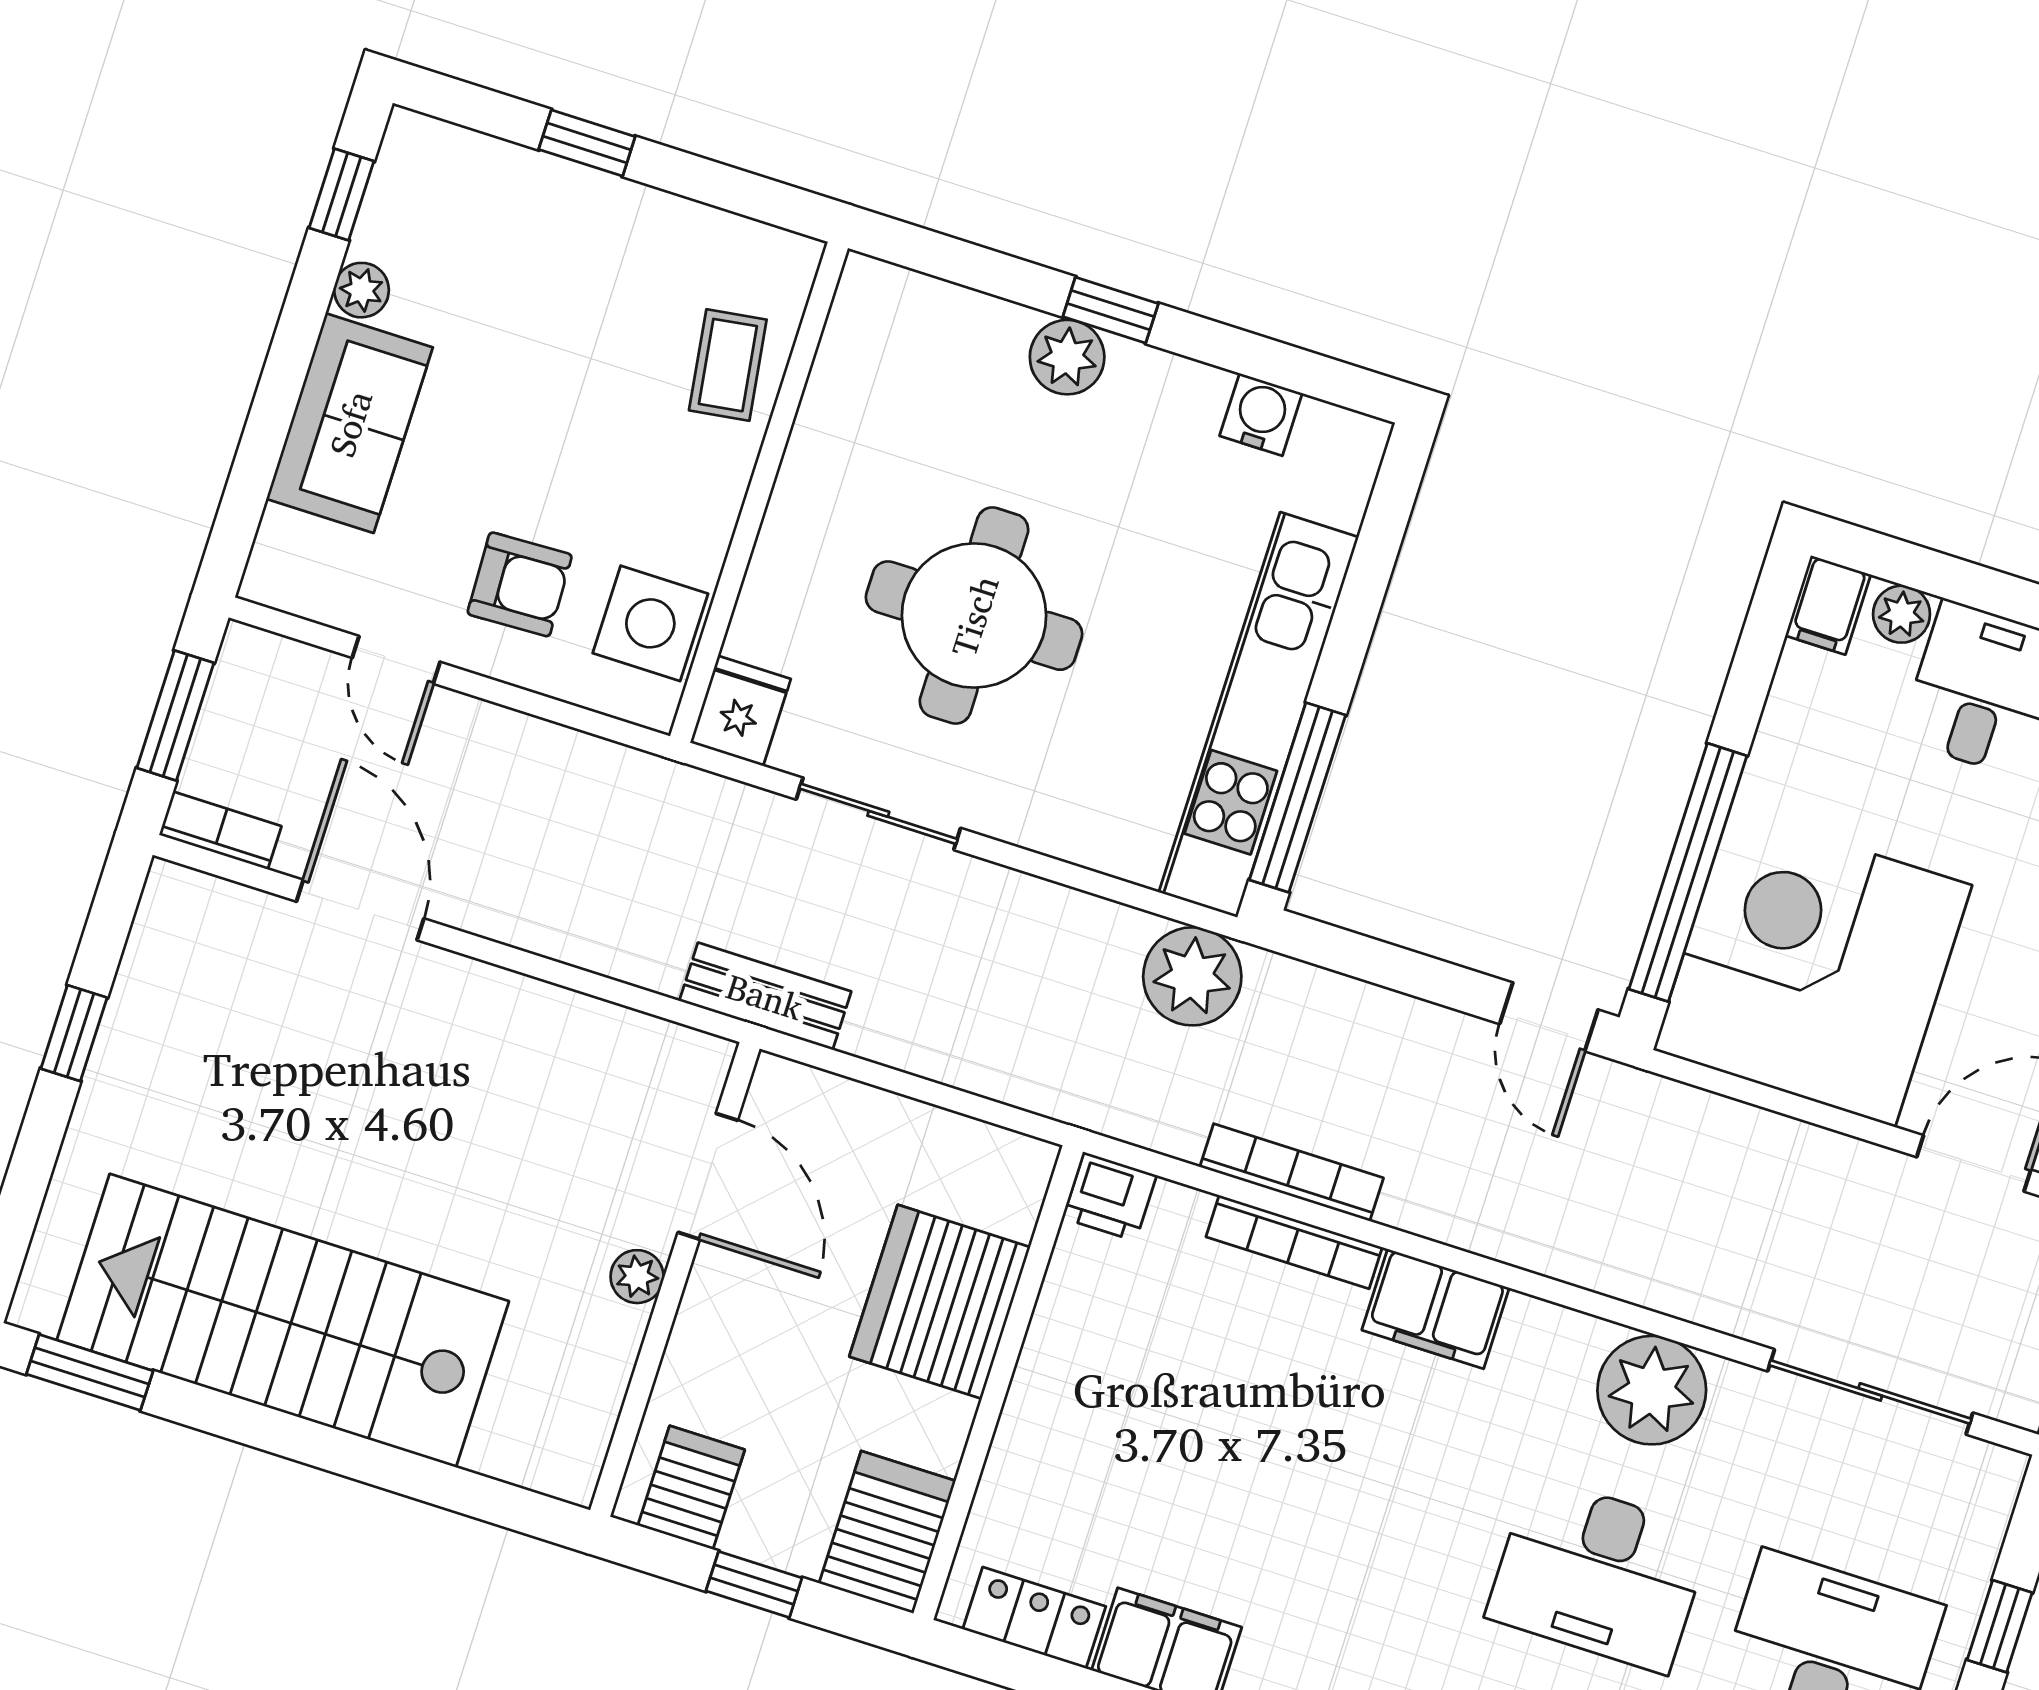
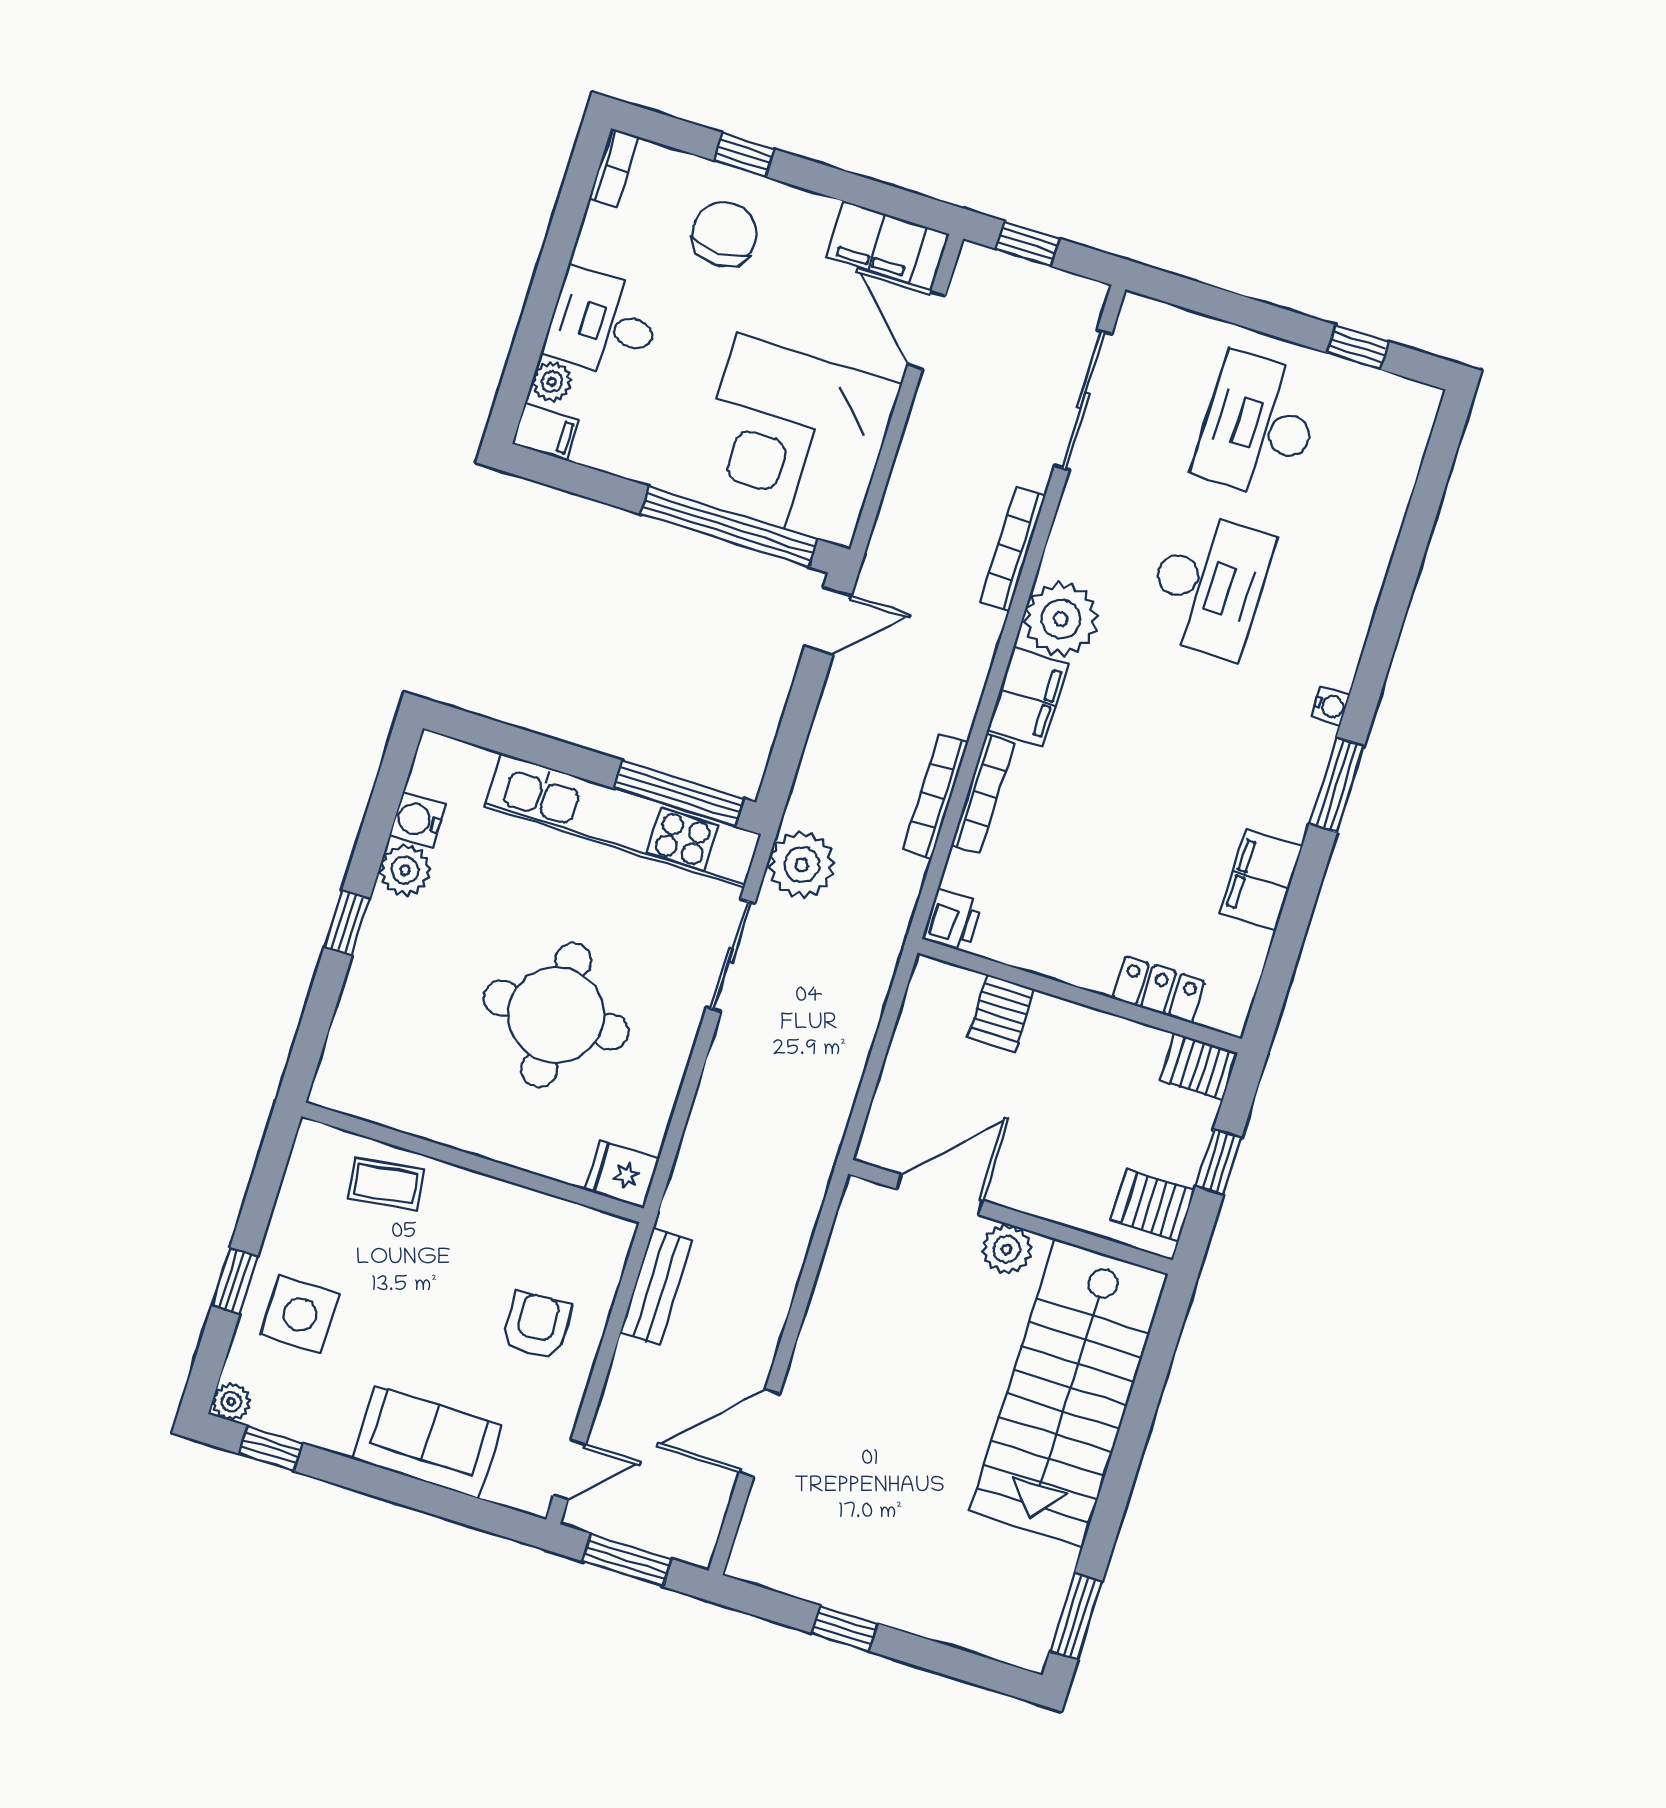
plant: (362, 290) -> (231, 1402), moved
plant: (1067, 357) -> (405, 870), moved
side table: (650, 623) -> (300, 1315), moved
door: (396, 660) -> (569, 1470), moved
sliding door: (878, 814) -> (731, 956), moved
bookcase: (220, 831) -> (1013, 549), moved, width x1.56
bench: (765, 996) -> (656, 1286), moved
plant: (637, 1277) -> (1007, 1249), width x1.38, depth x1.38
server rack: (940, 1302) -> (1001, 1013), width x0.46, depth x0.70
stairs: (283, 1321) -> (1069, 1393), moved
plant: (1652, 1390) -> (1061, 619), moved
server rack: (887, 1532) -> (1199, 1067), width x0.73, depth x0.70
locker: (1034, 1618) -> (1159, 990), moved, turned 90
window: (2000, 1626) -> (1243, 311), removed

